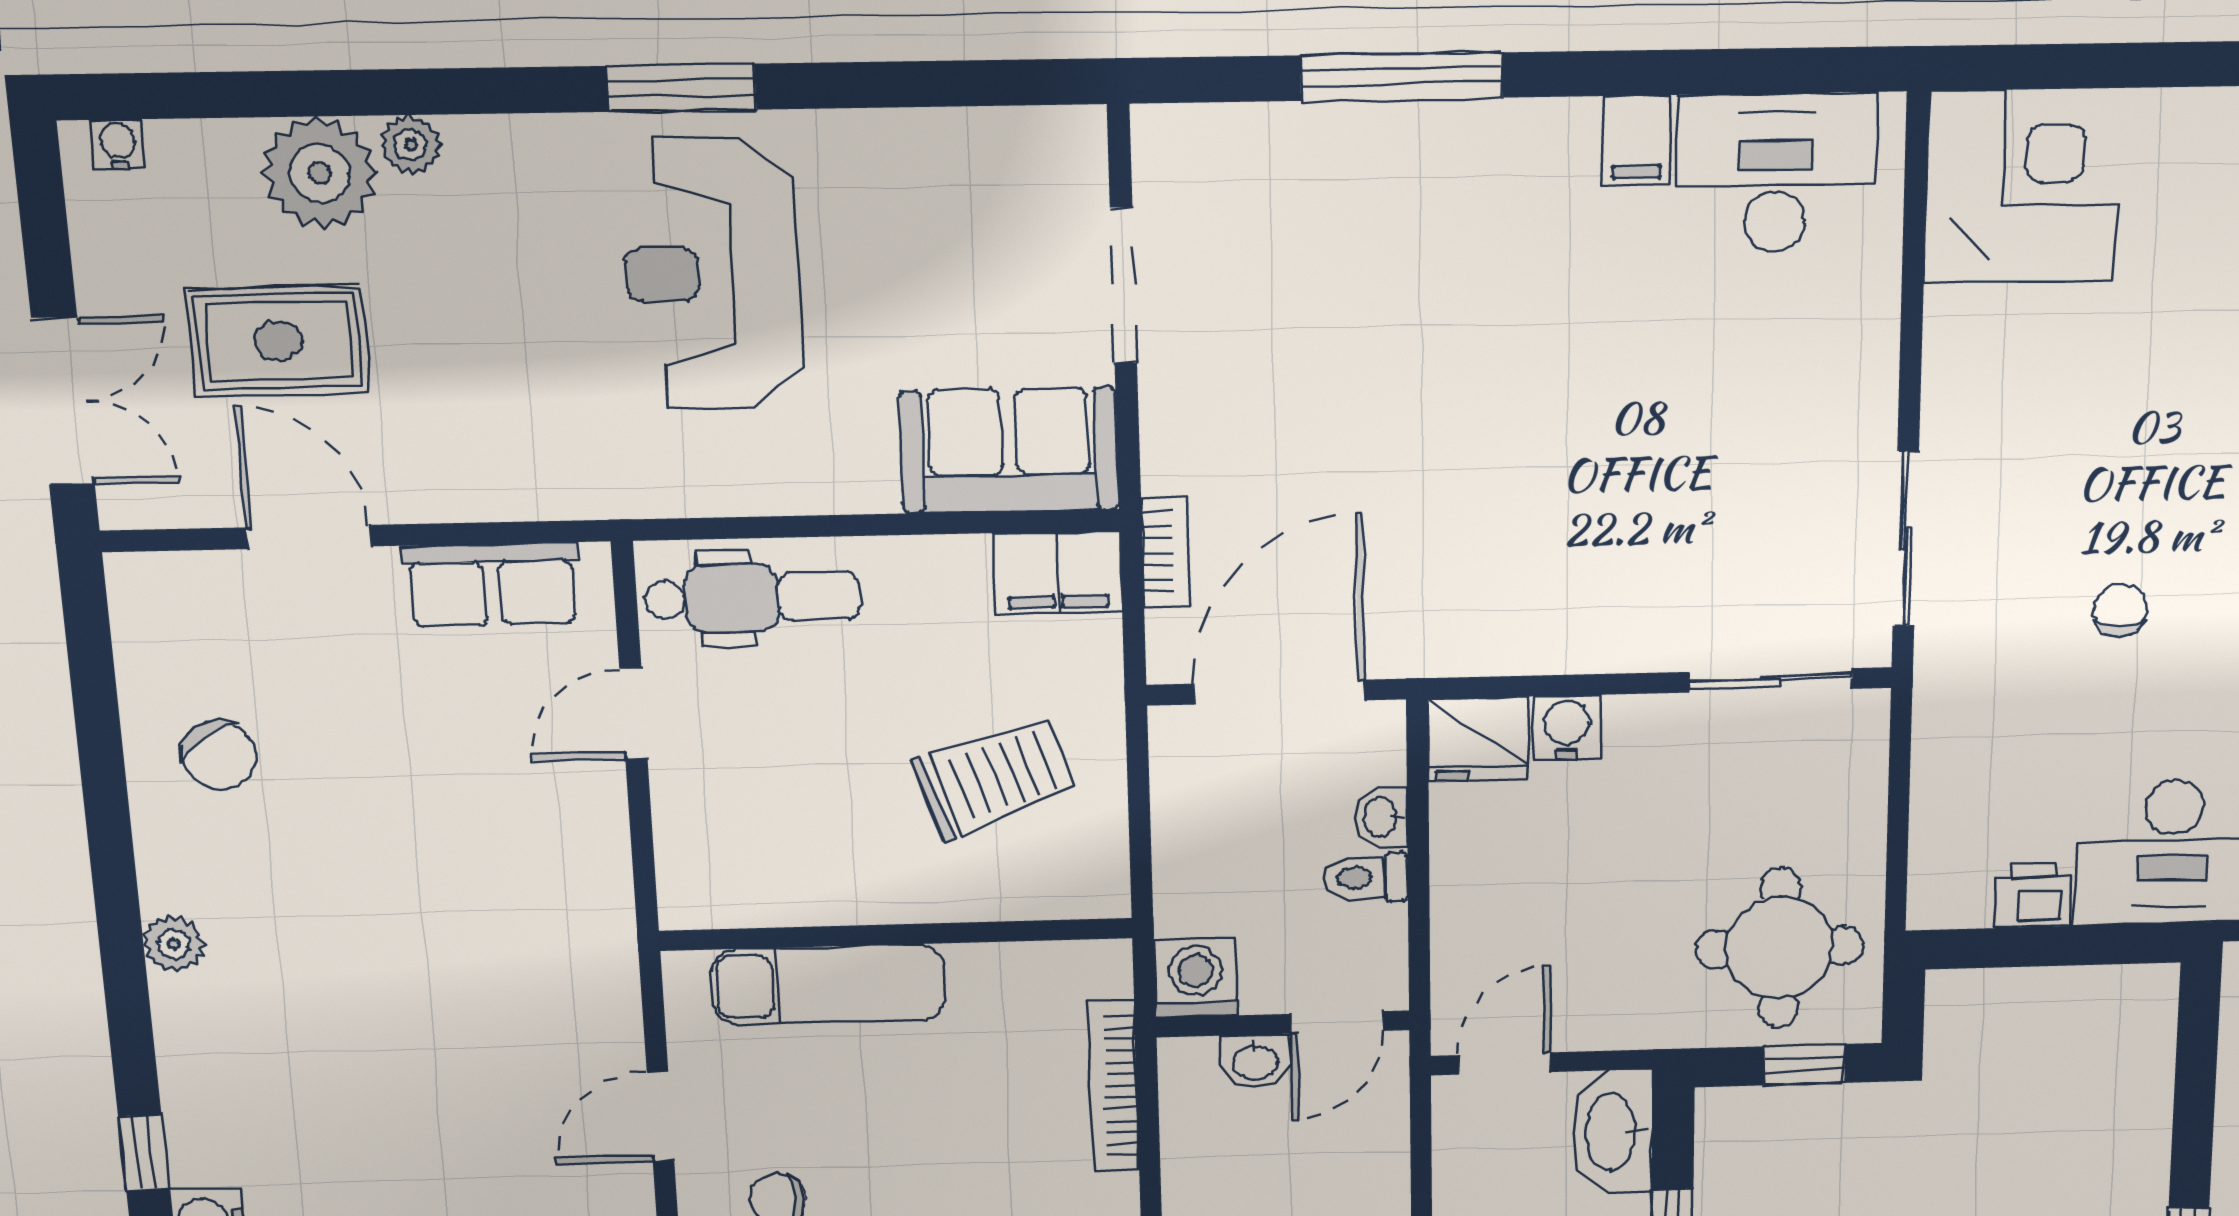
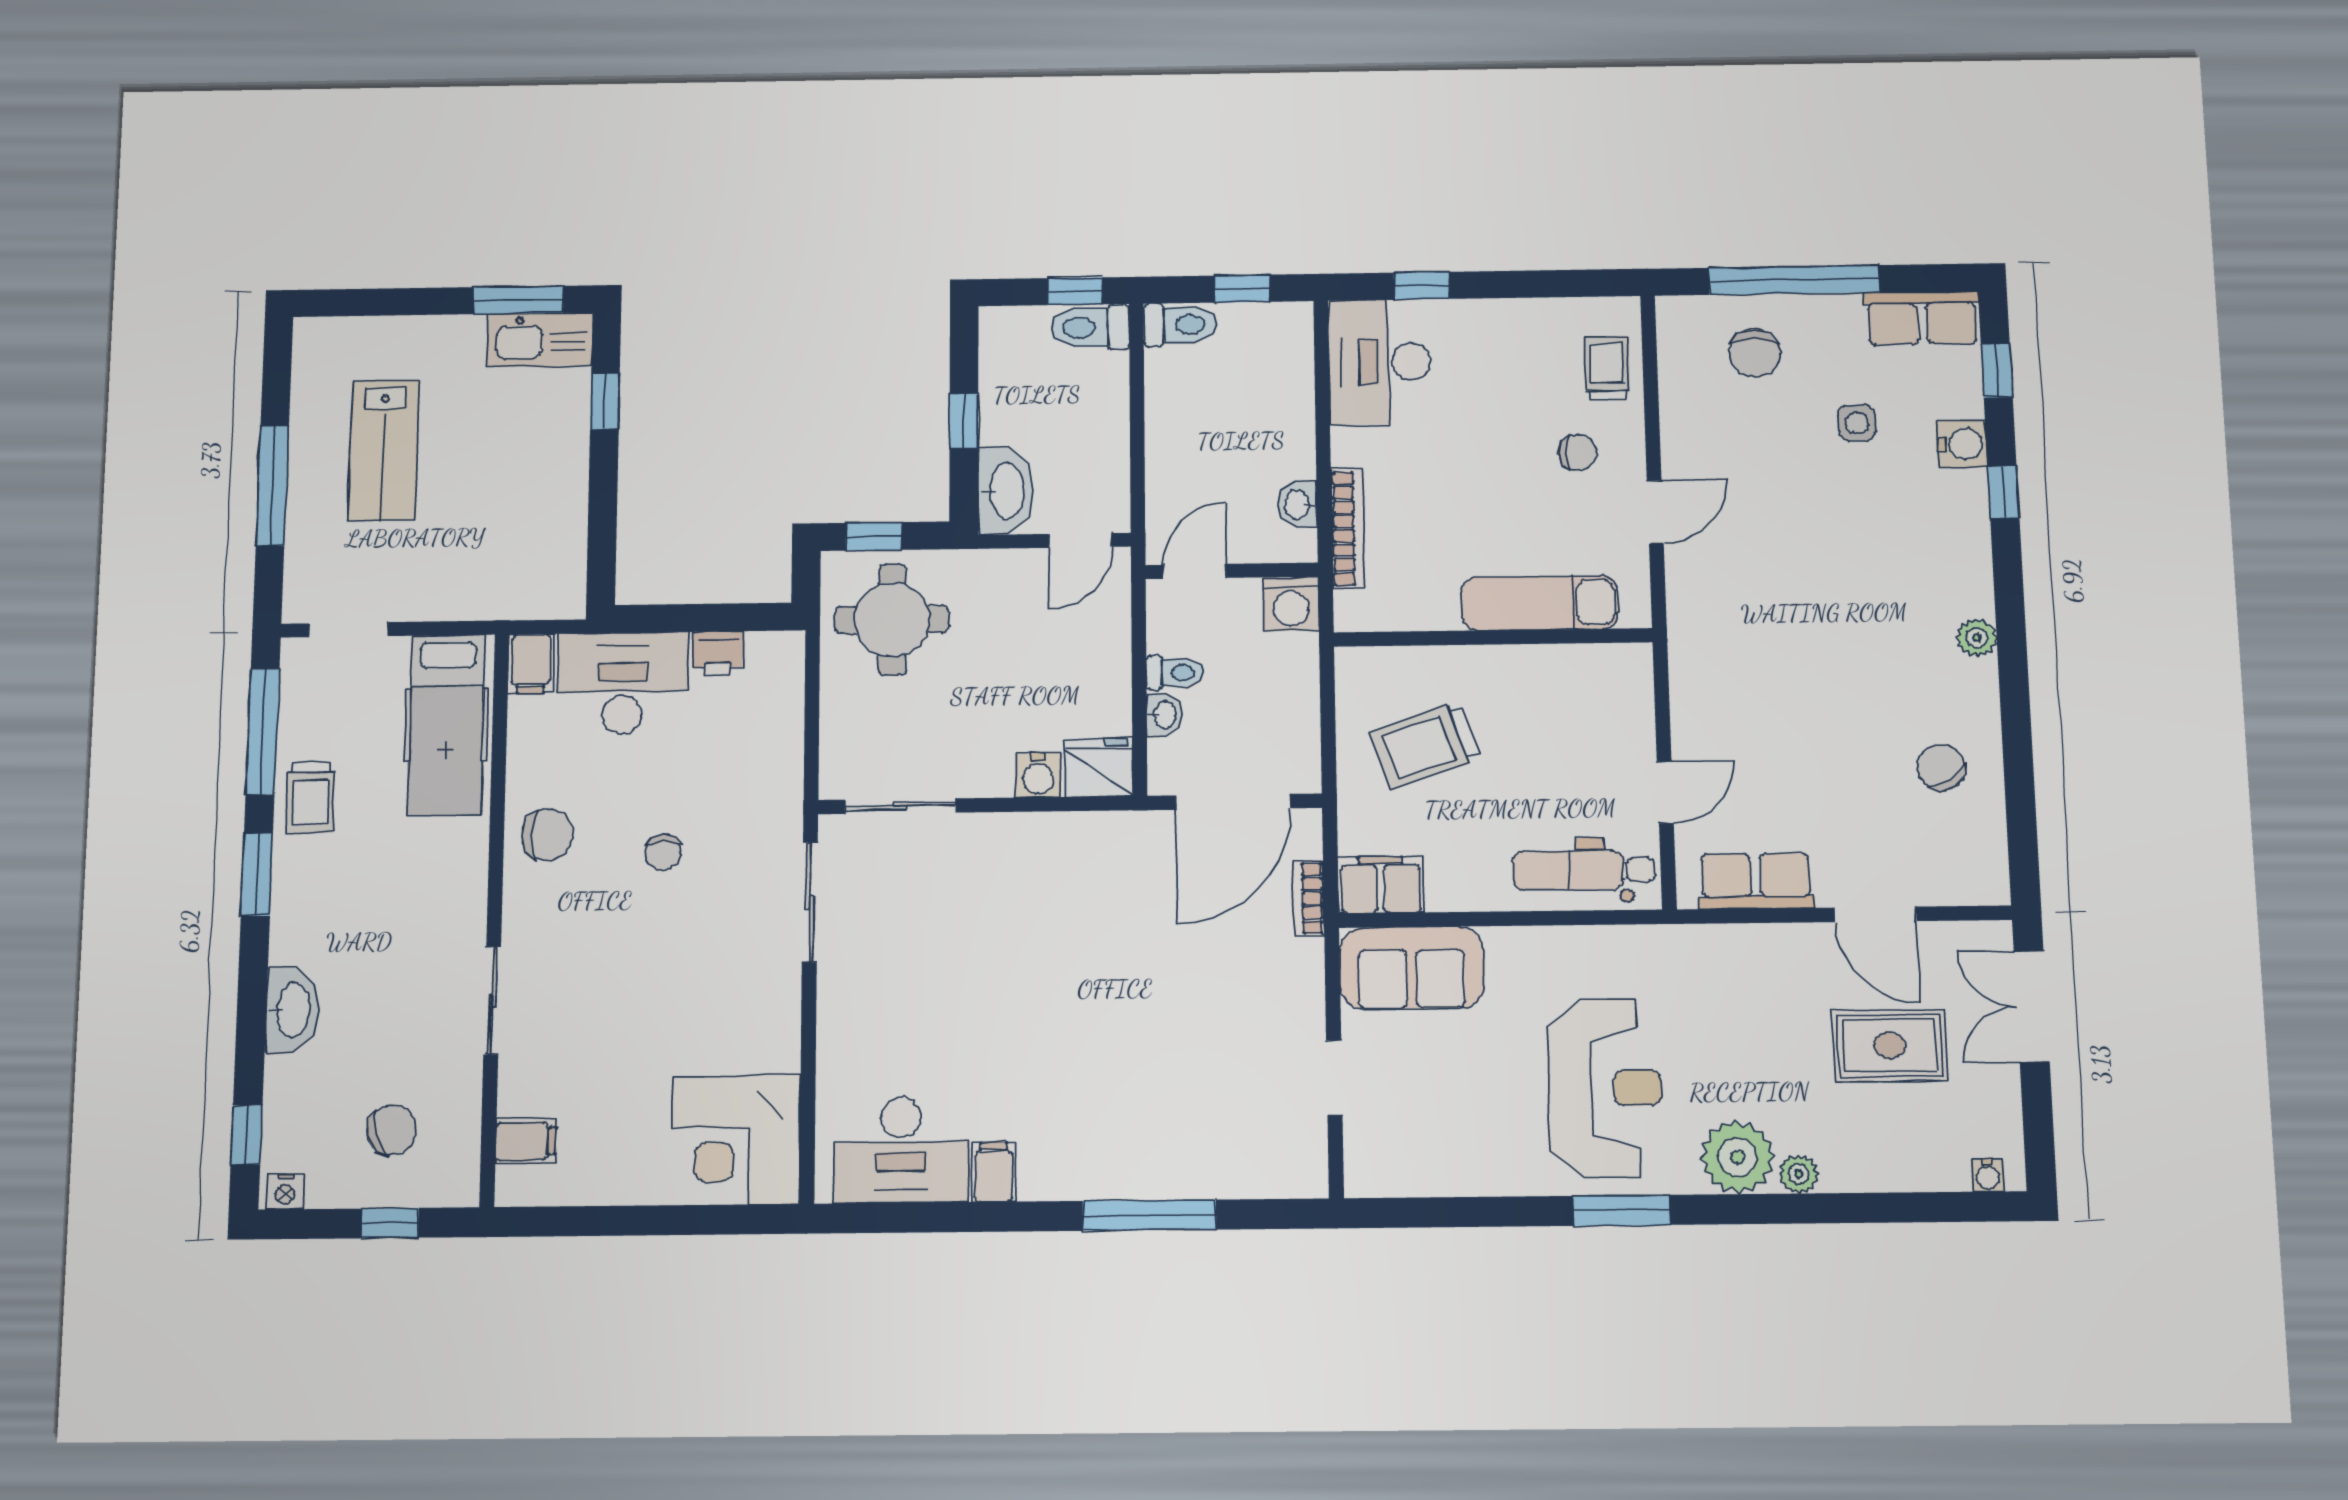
plant: (320, 173) -> (1738, 1157), moved
doorway: (1123, 286) -> (1334, 1078), width x0.73
washbasin: (1255, 1061) -> (1298, 504), moved, turned -90

